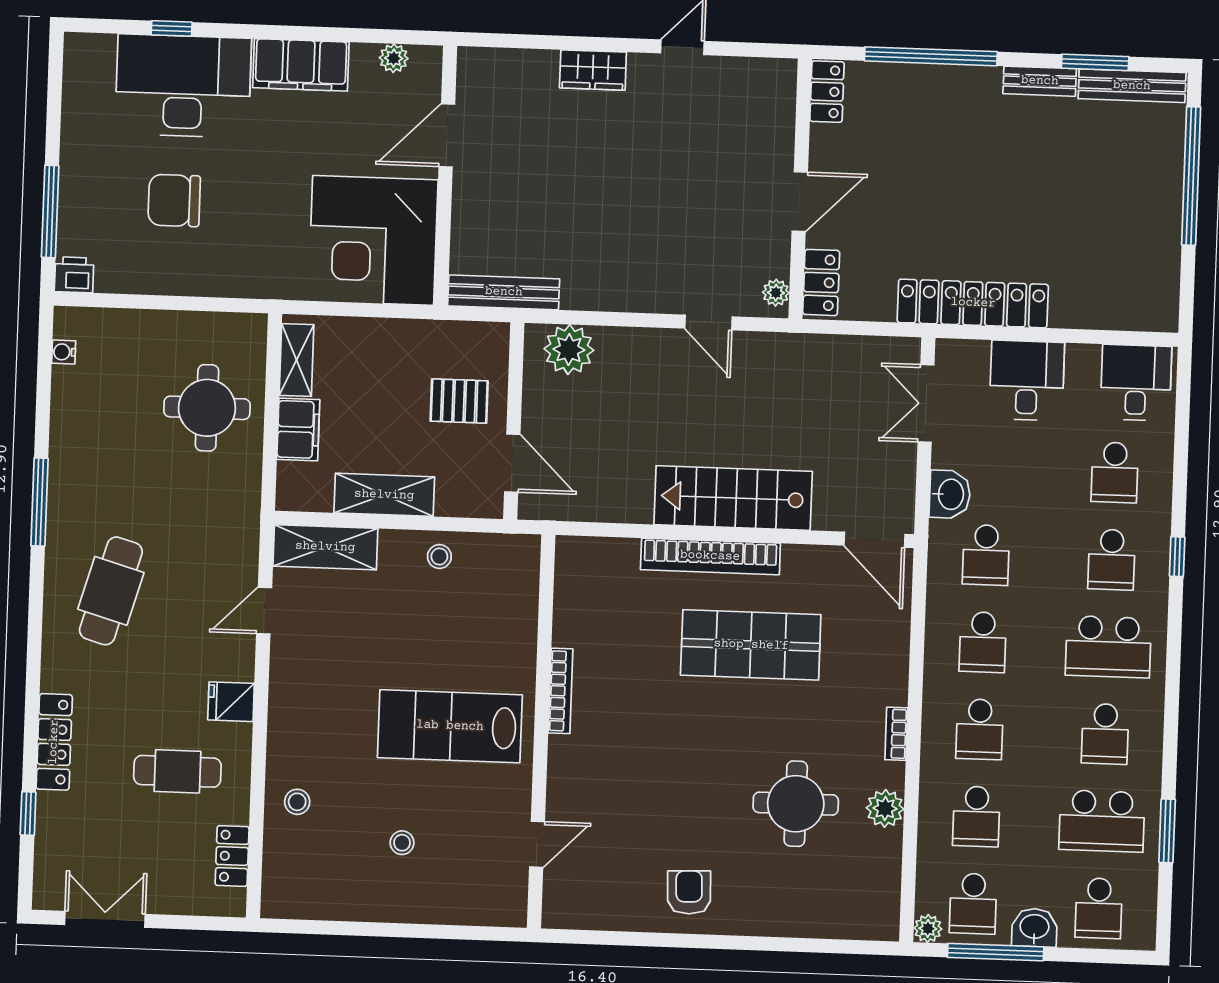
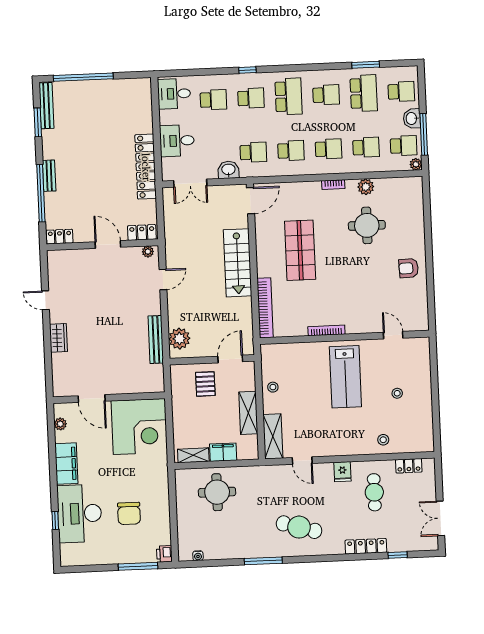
bench: (1040, 81) -> (49, 176), moved
bench: (504, 292) -> (156, 339), moved
bookcase: (710, 556) -> (265, 308), moved

